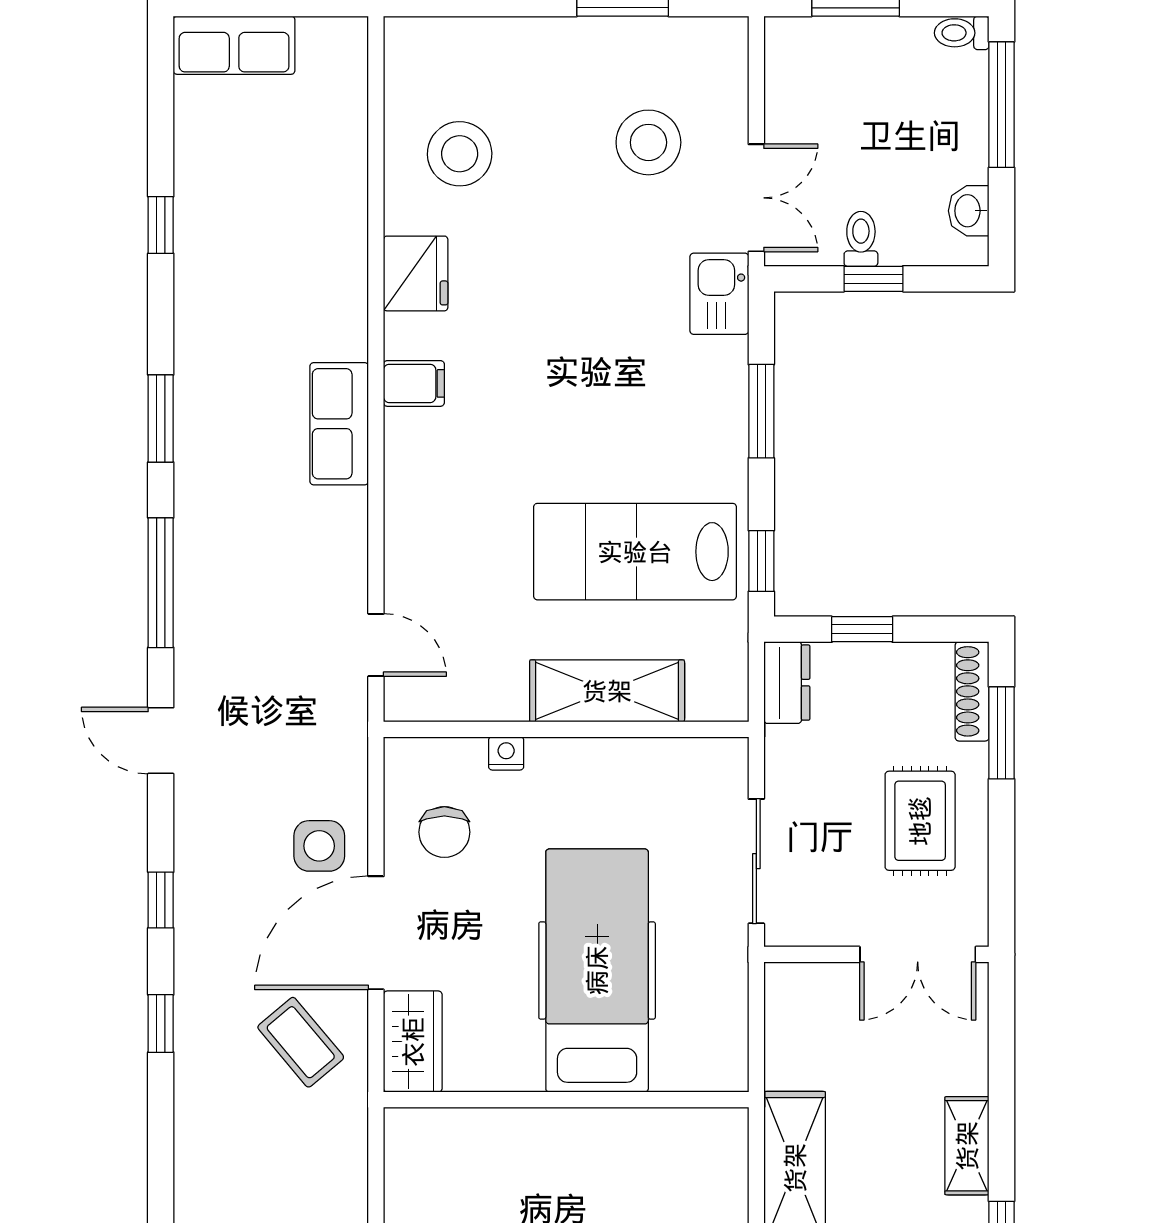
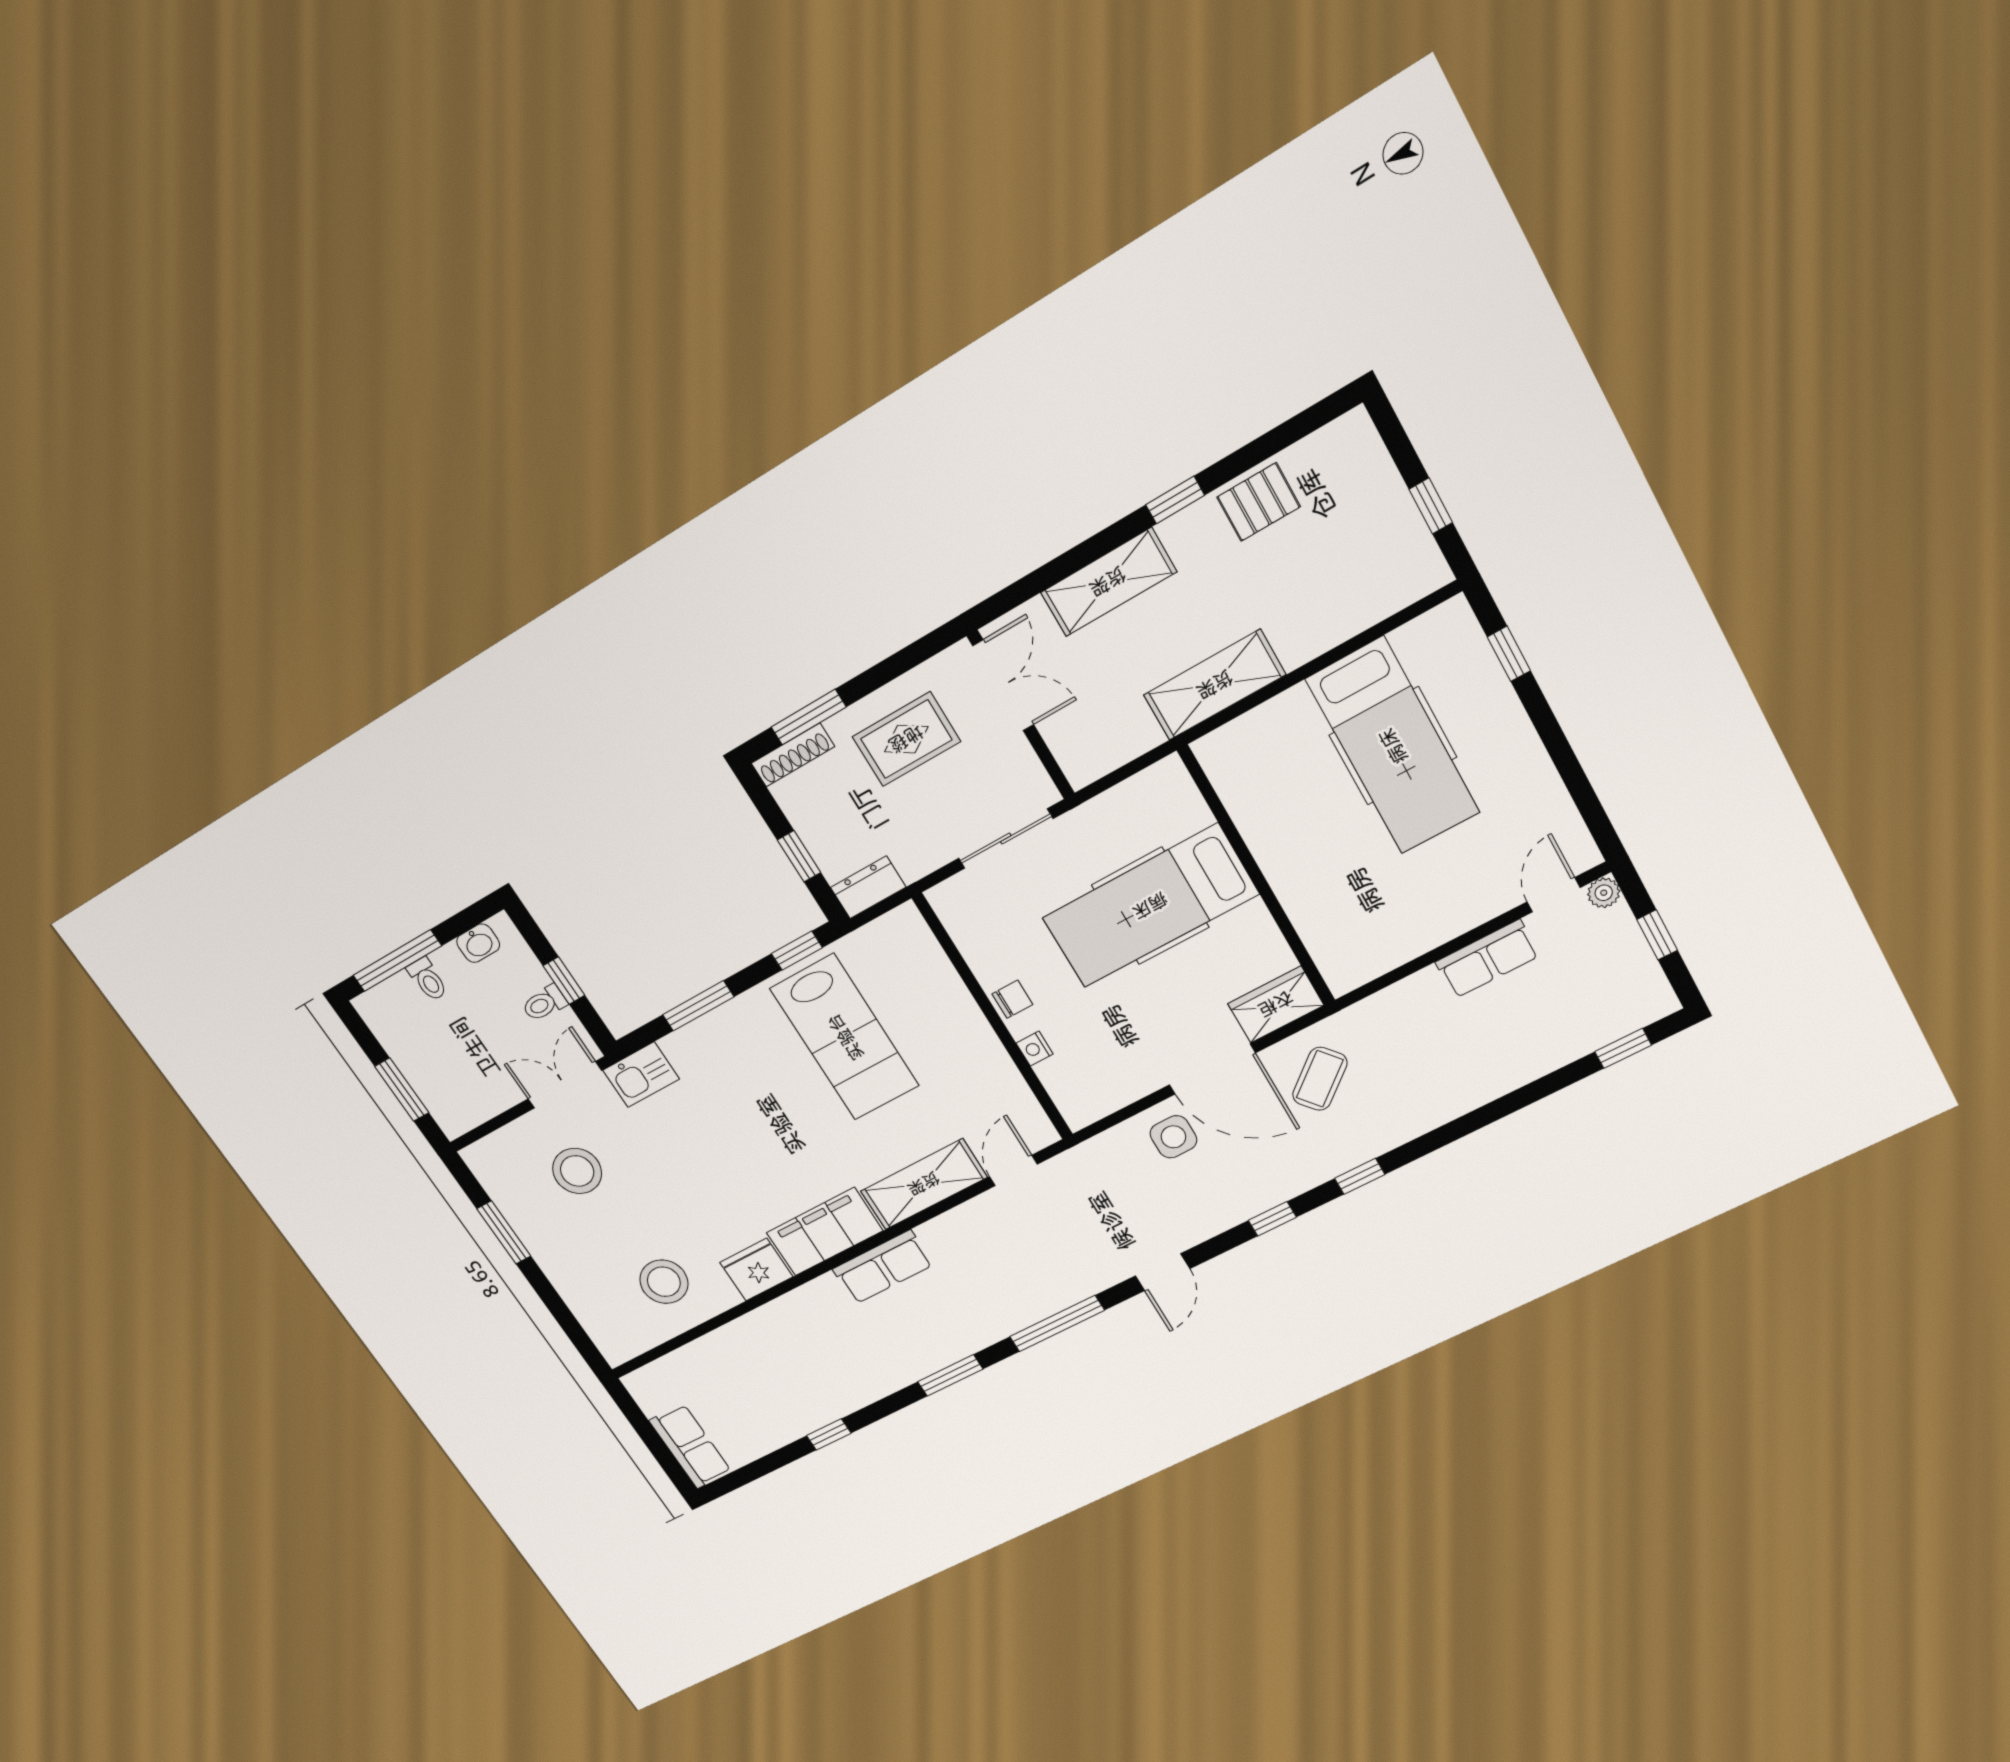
toilet: (962, 33) -> (428, 979), moved
filing cabinet: (414, 383) -> (825, 1232), width x3.00, depth x1.17
shelving: (607, 691) -> (924, 1184), moved, turned 90
chair: (444, 832) -> (1012, 999), moved, width x0.73, depth x0.73
shelving: (967, 1146) -> (1108, 582), width x1.50, depth x1.33

